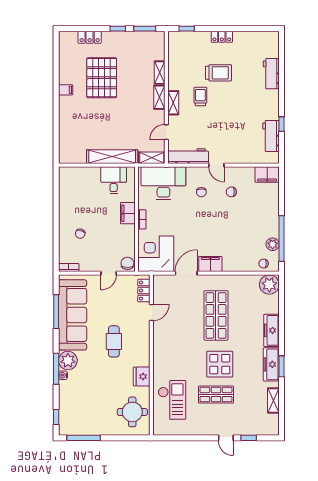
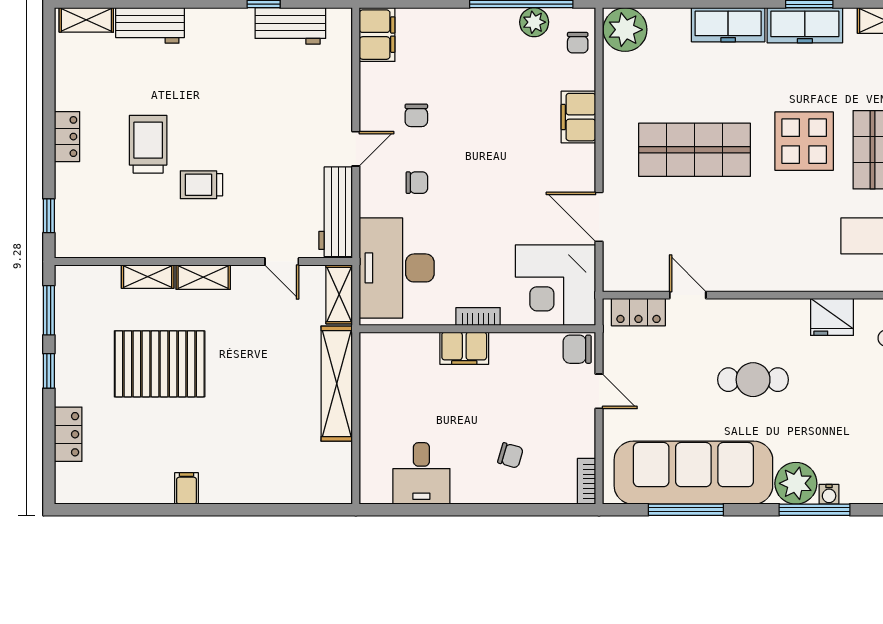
pallet: (102, 78) -> (160, 364), moved
shelving: (173, 103) -> (86, 20), moved
desk: (114, 180) -> (421, 473), moved, turned -90
filing cabinet: (210, 264) -> (578, 117), moved

